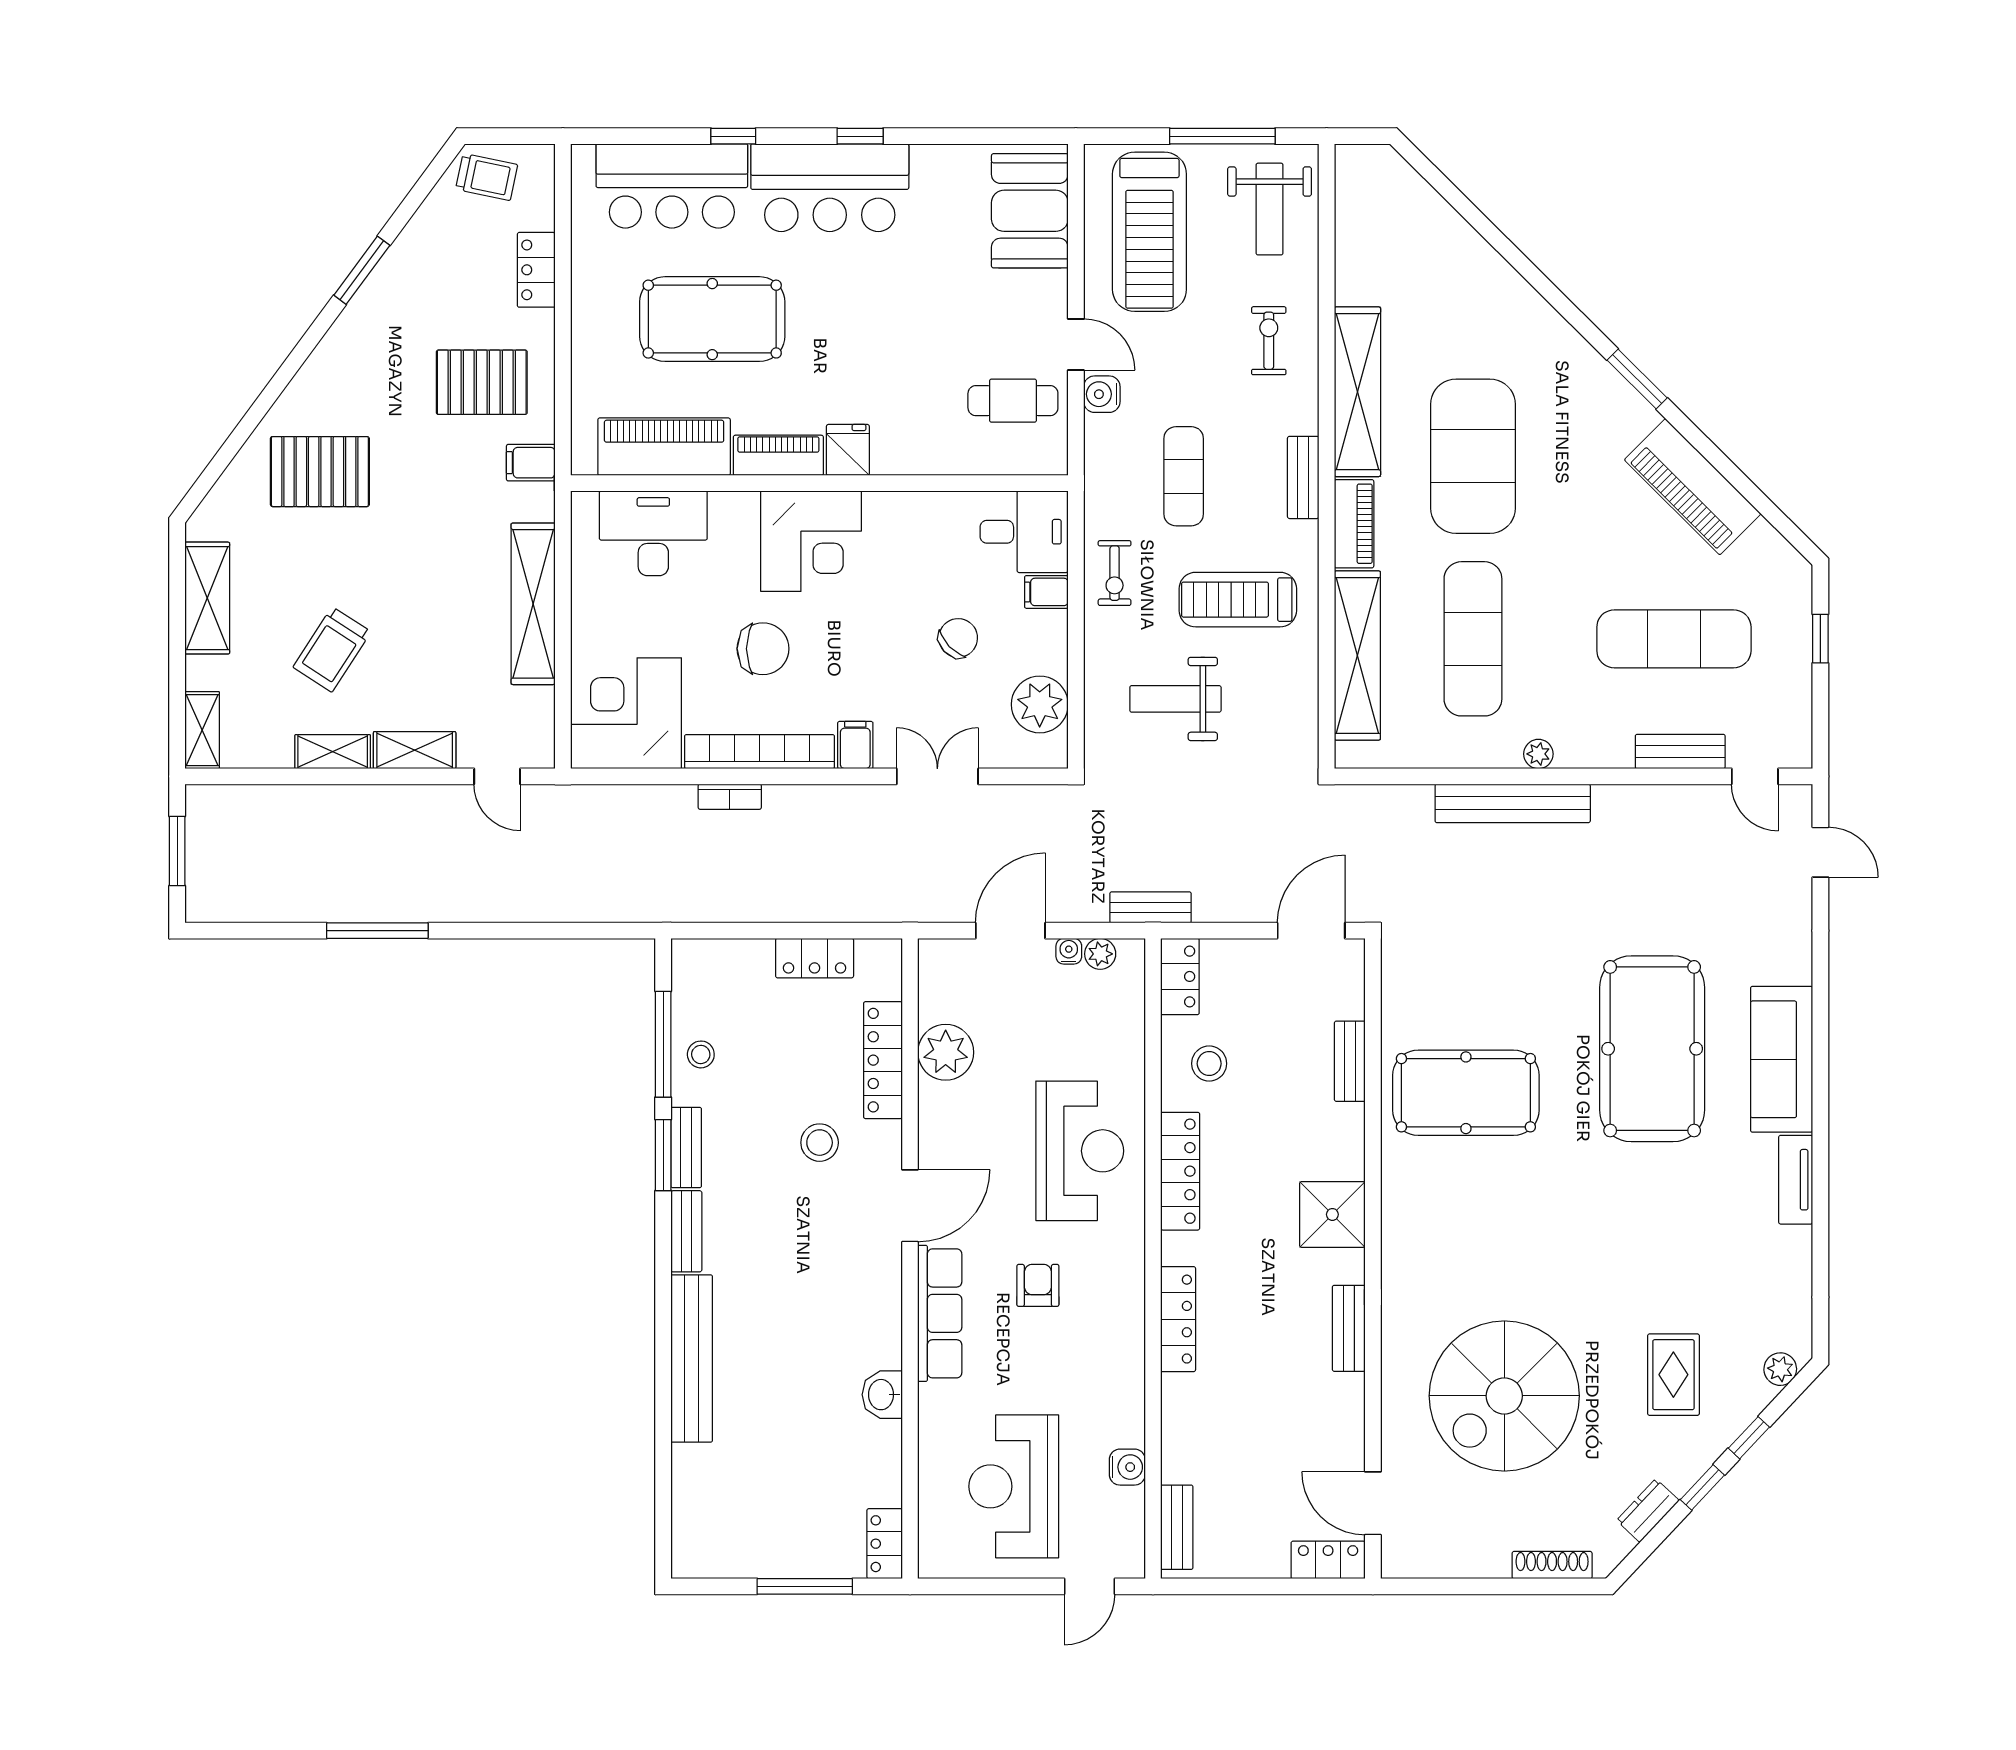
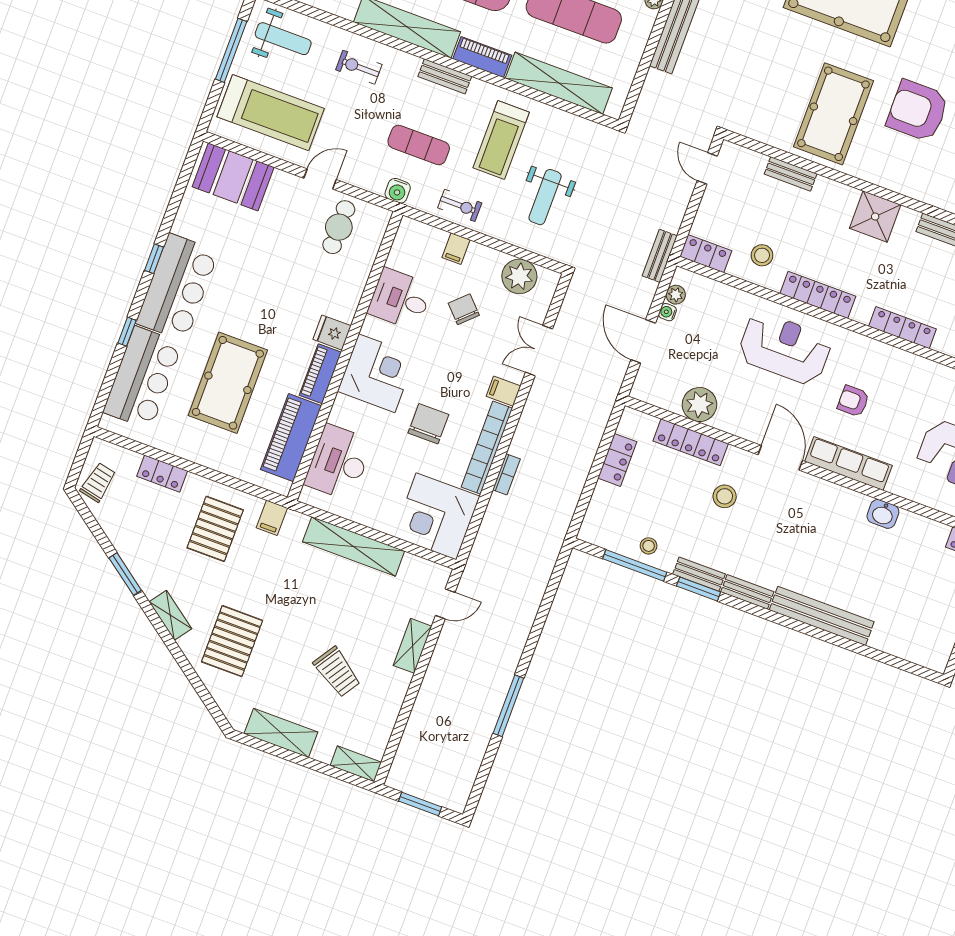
water cooler: (1102, 394) -> (398, 191), moved
desk: (1024, 532) -> (400, 299), moved, turned -90
shelving: (333, 752) -> (170, 615), moved, turned -54
door: (1311, 931) -> (707, 168), width x0.73
armchair: (1518, 1220) -> (918, 111), added

